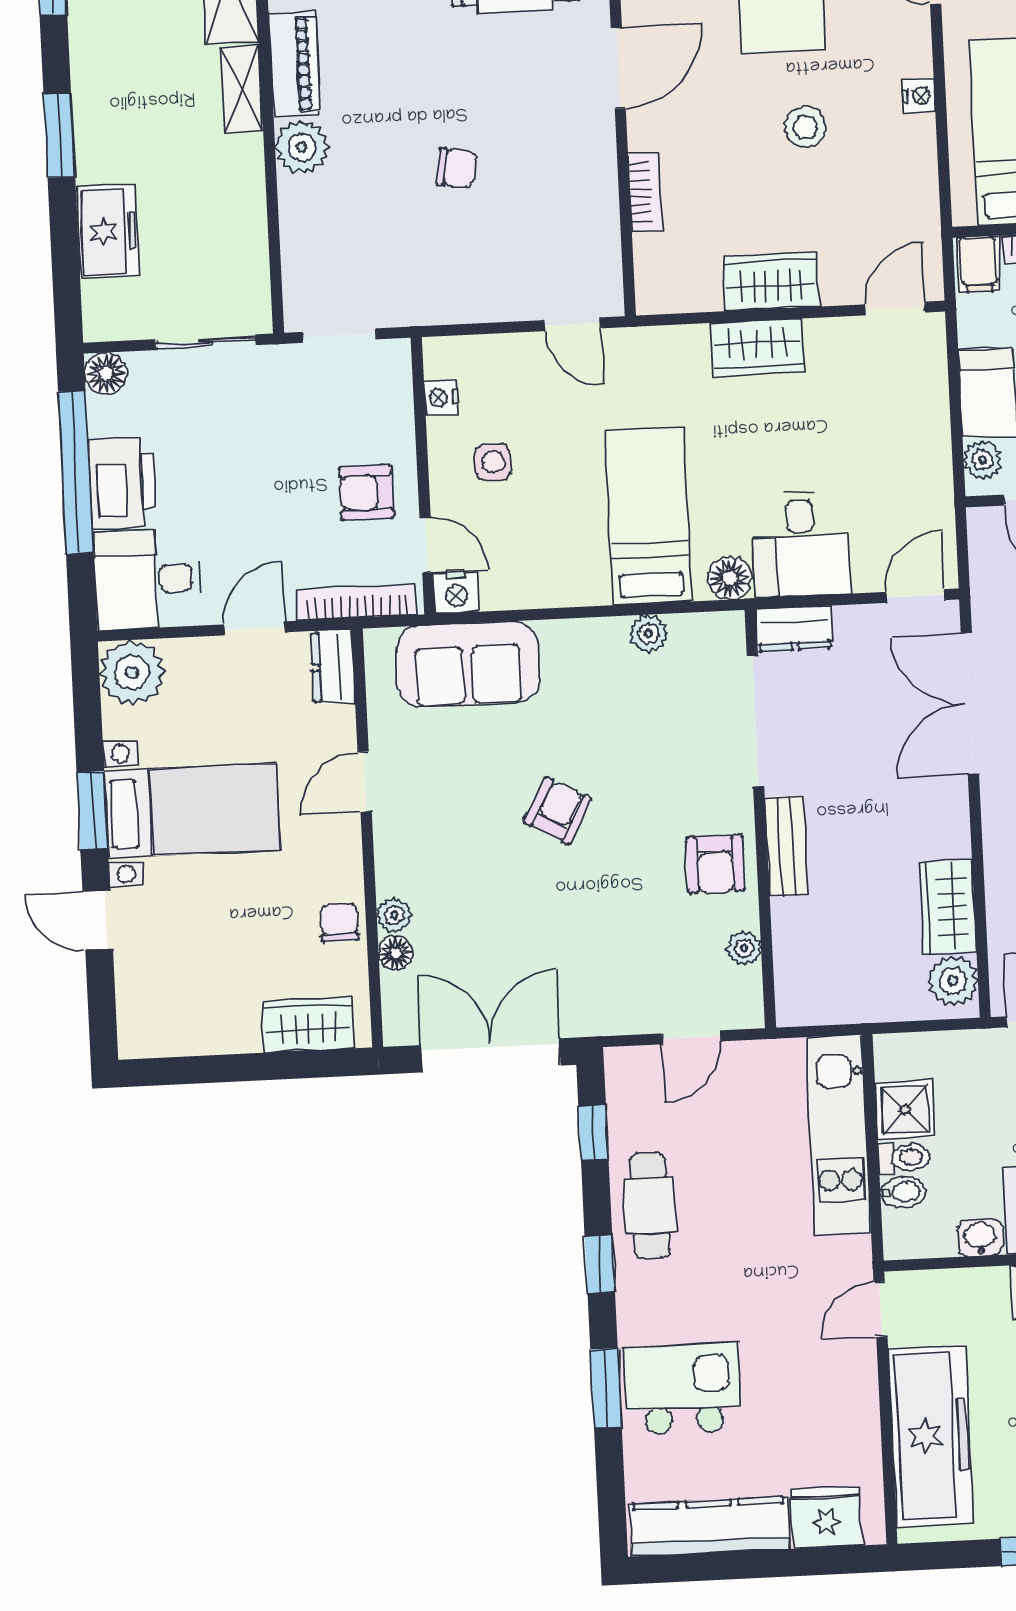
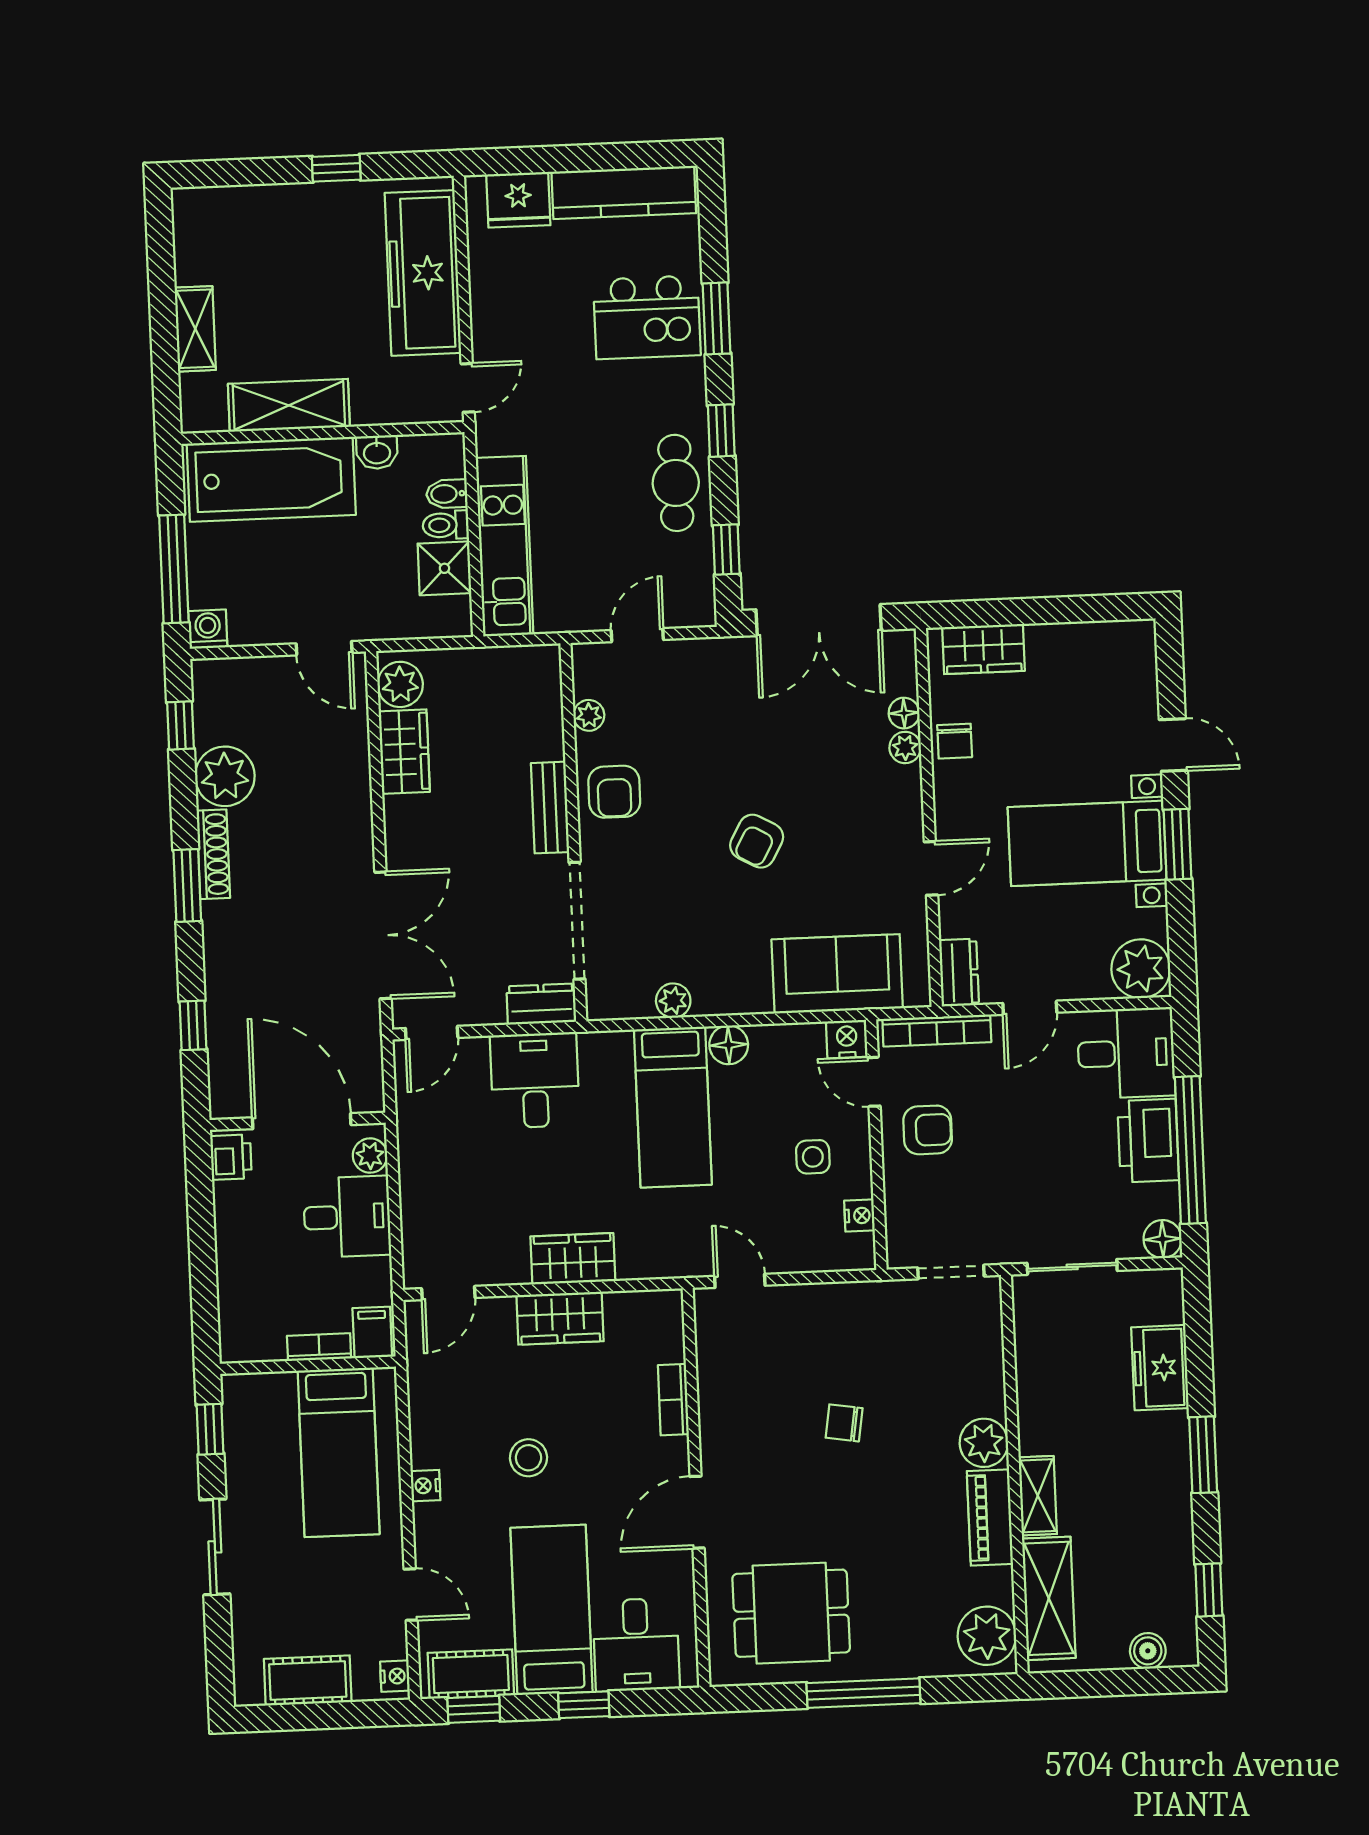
floor lamp: (730, 578) -> (729, 1045), moved
armchair: (715, 864) -> (614, 792), turned 180

